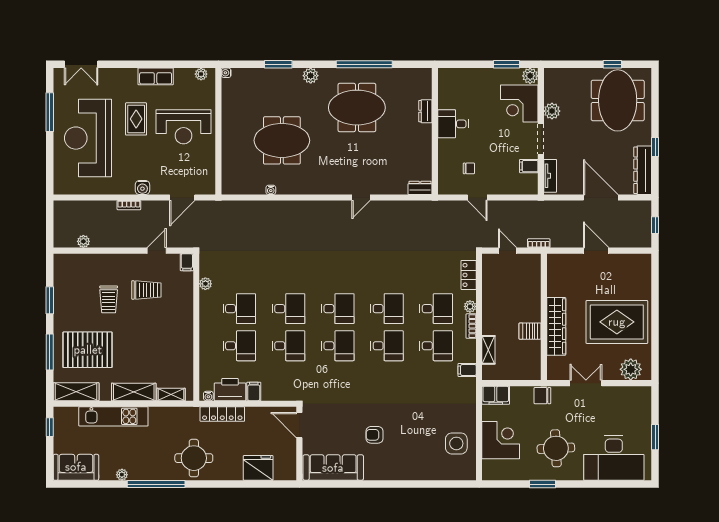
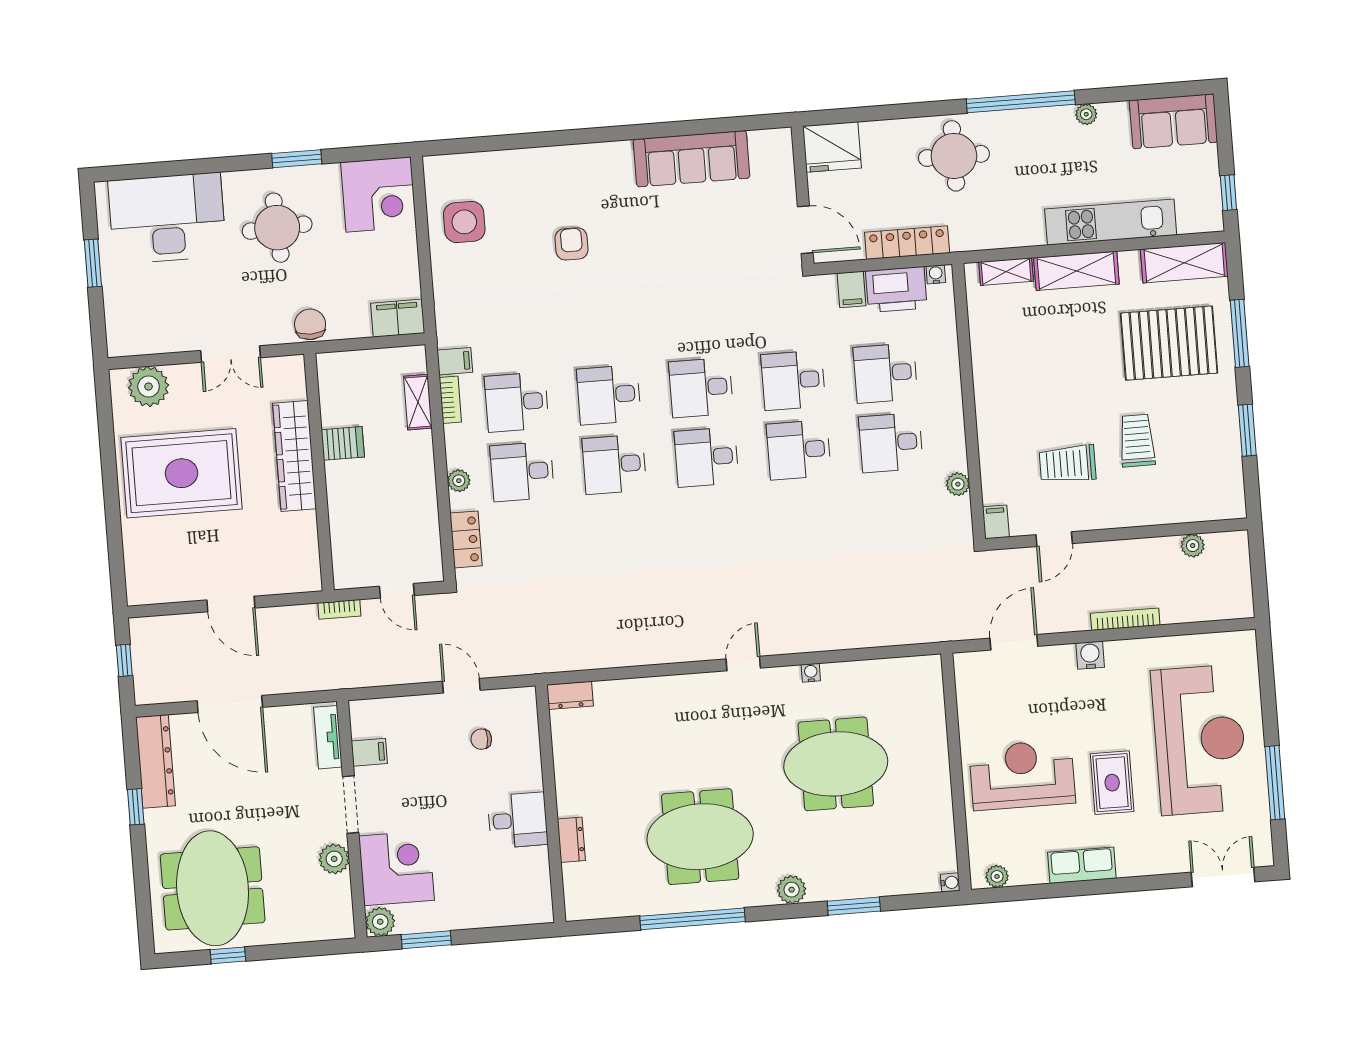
water cooler: (271, 190) -> (811, 673), moved
door: (361, 198) -> (743, 664), moved
bookcase: (129, 205) -> (1125, 619), width x1.56
bookcase: (471, 326) -> (450, 400), moved
chair: (542, 396) -> (310, 324), turned -90
door: (299, 425) -> (805, 230), moved
armchair: (375, 435) -> (572, 244), moved, turned -90
corner desk: (501, 440) -> (378, 195), moved, turned -90
wall: (299, 444) -> (803, 195), moved

